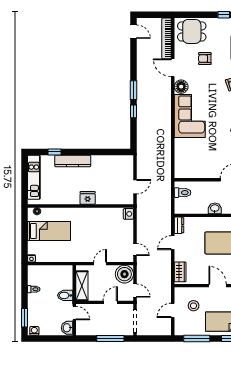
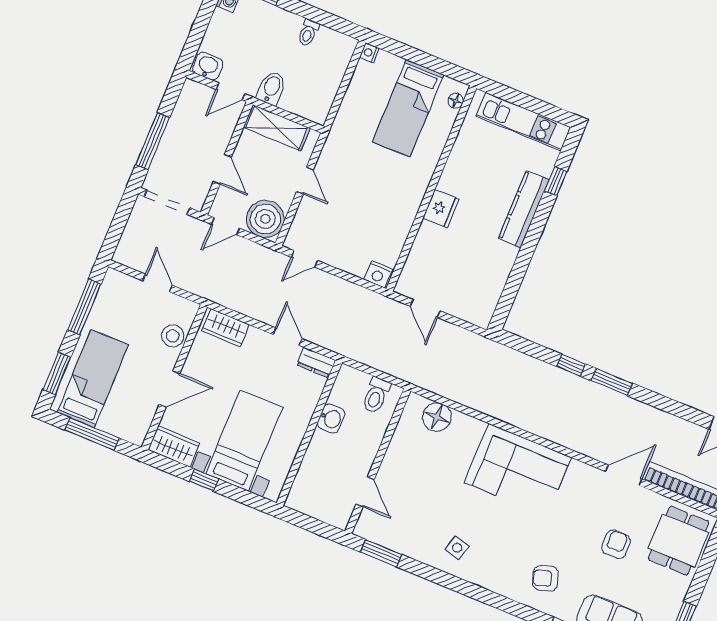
floor lamp: (181, 87) -> (437, 417), moved
washbasin: (215, 208) -> (331, 419), moved
stool: (194, 306) -> (173, 336), moved

